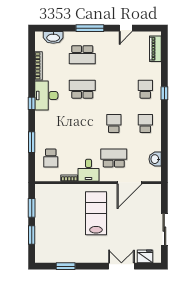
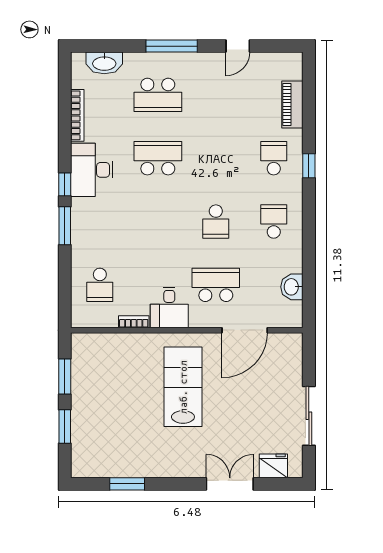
piano: (155, 49) -> (292, 104), moved
school desk: (114, 124) -> (216, 222), turned 180
window: (32, 142) -> (65, 226), moved

